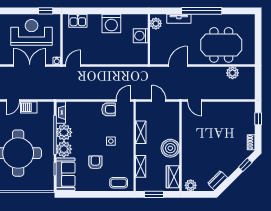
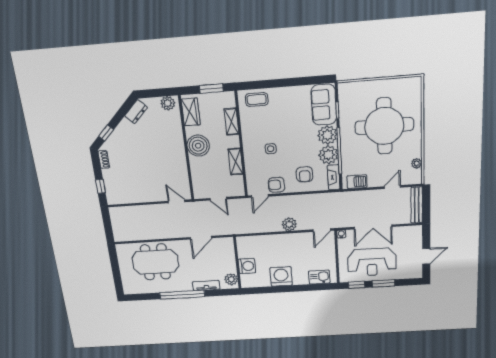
window: (22, 11) -> (384, 283), added
plant: (232, 73) -> (289, 224), moved
barbecue: (29, 107) -> (357, 182), moved
armchair: (95, 162) -> (305, 174), moved

